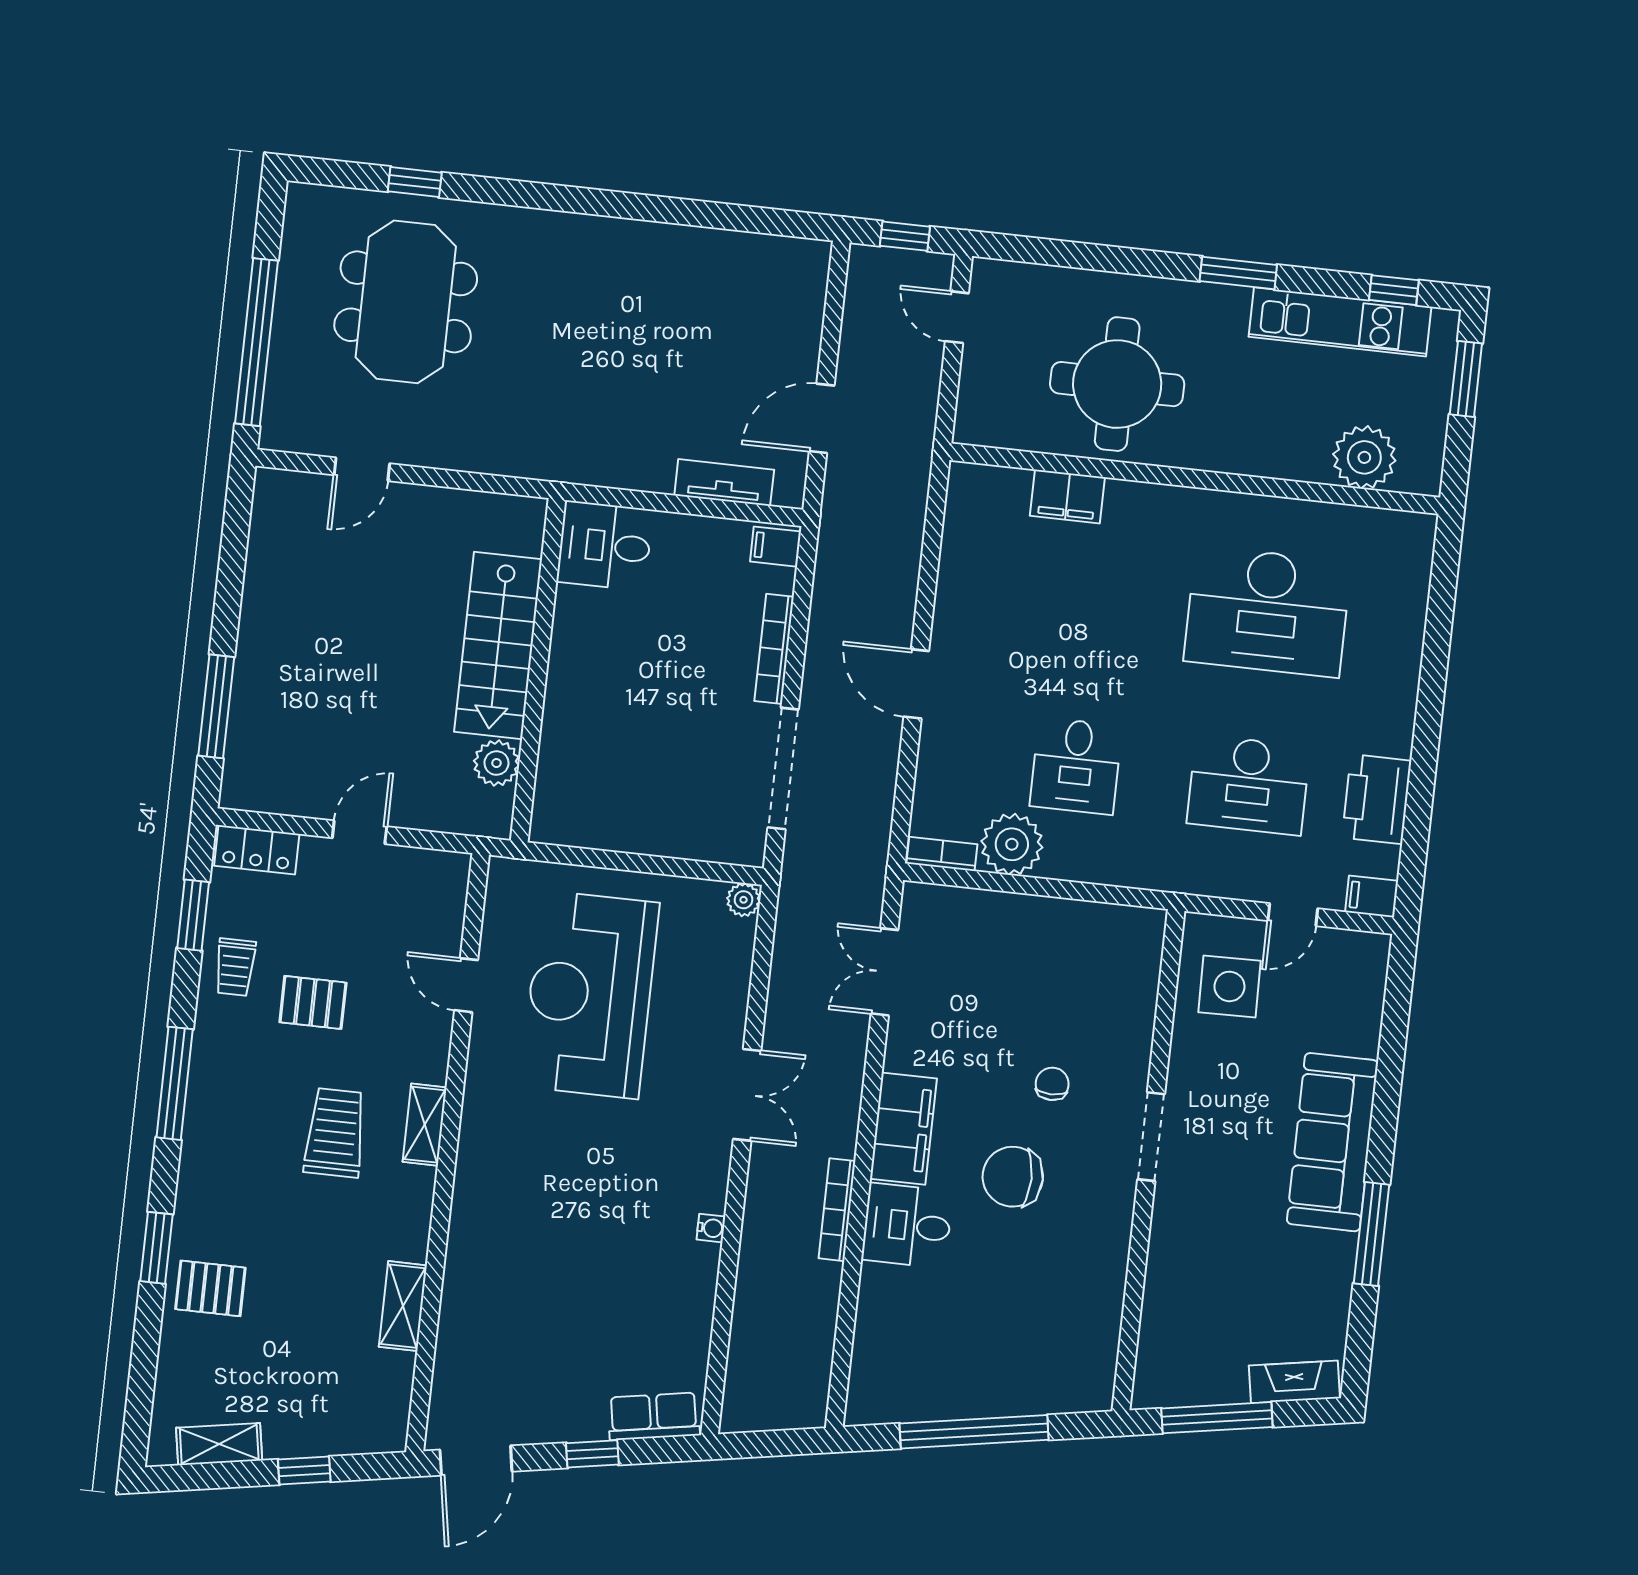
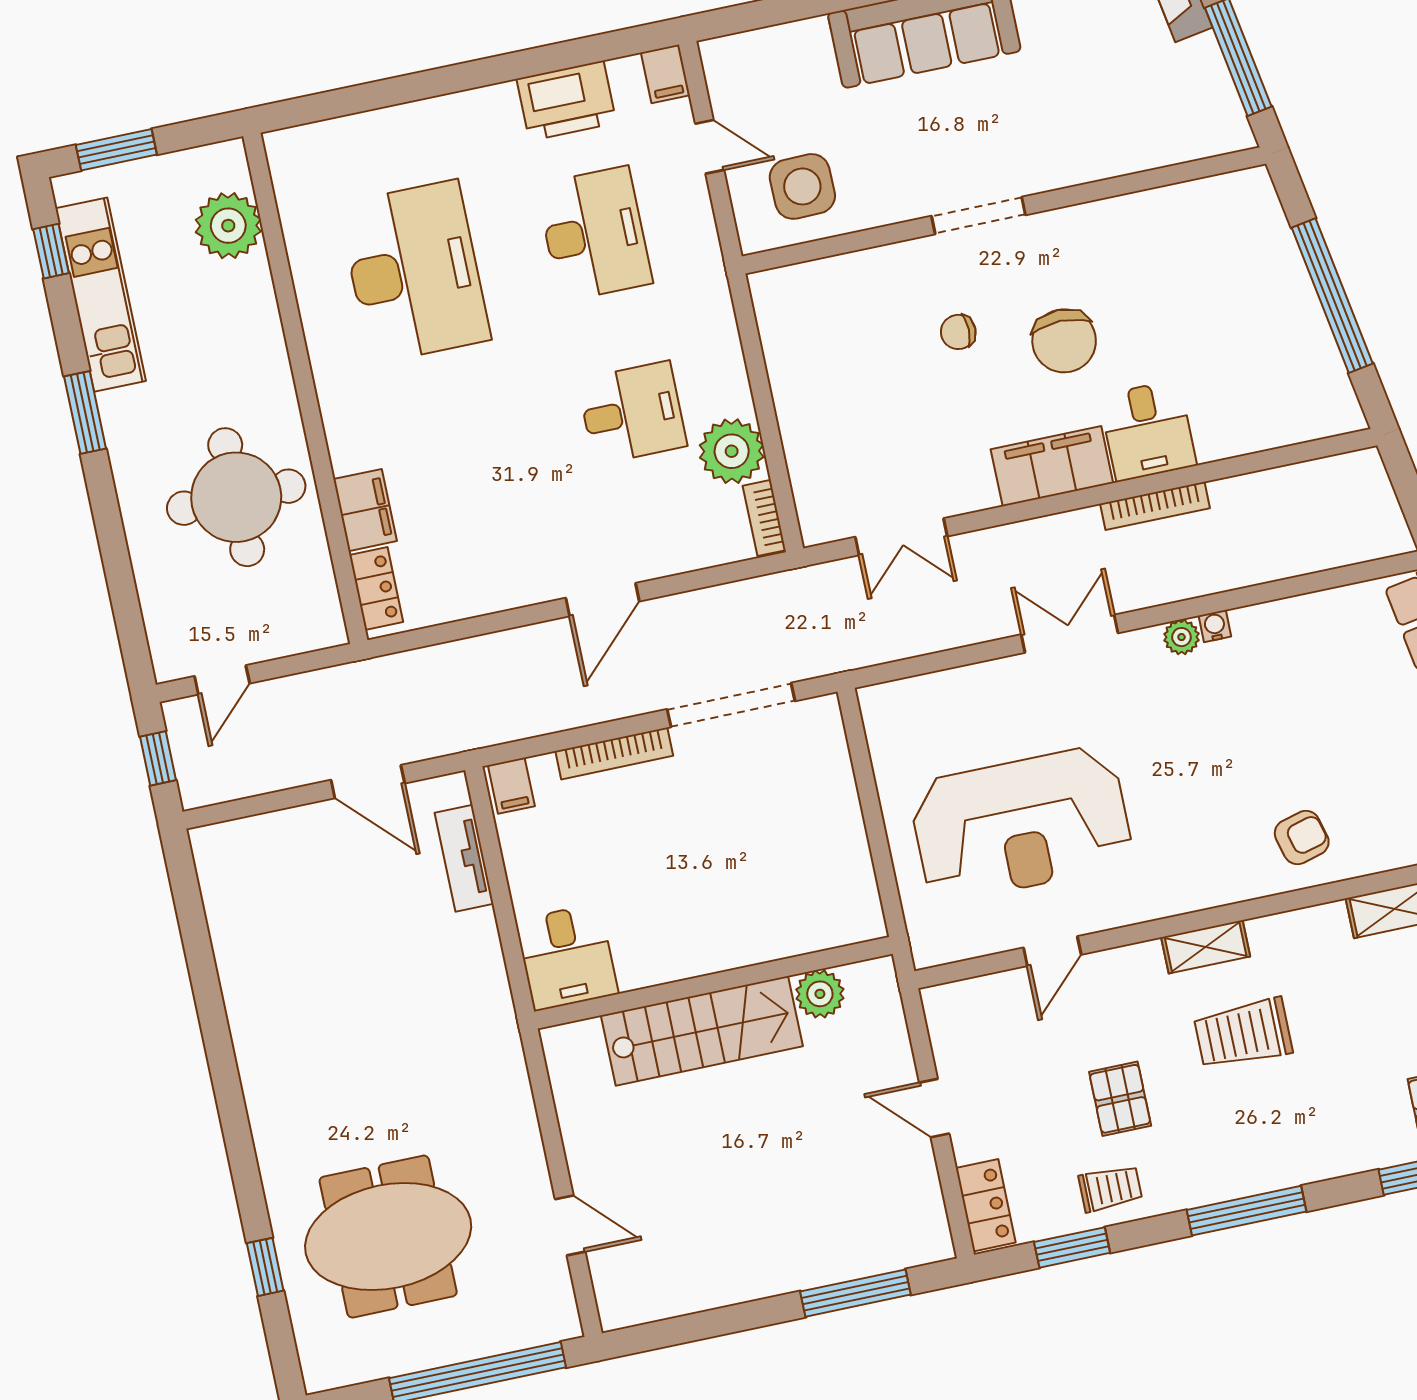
locker: (993, 483) -> (376, 588), added
plant: (744, 900) -> (1181, 637), moved
armchair: (495, 1244) -> (1302, 838), added

